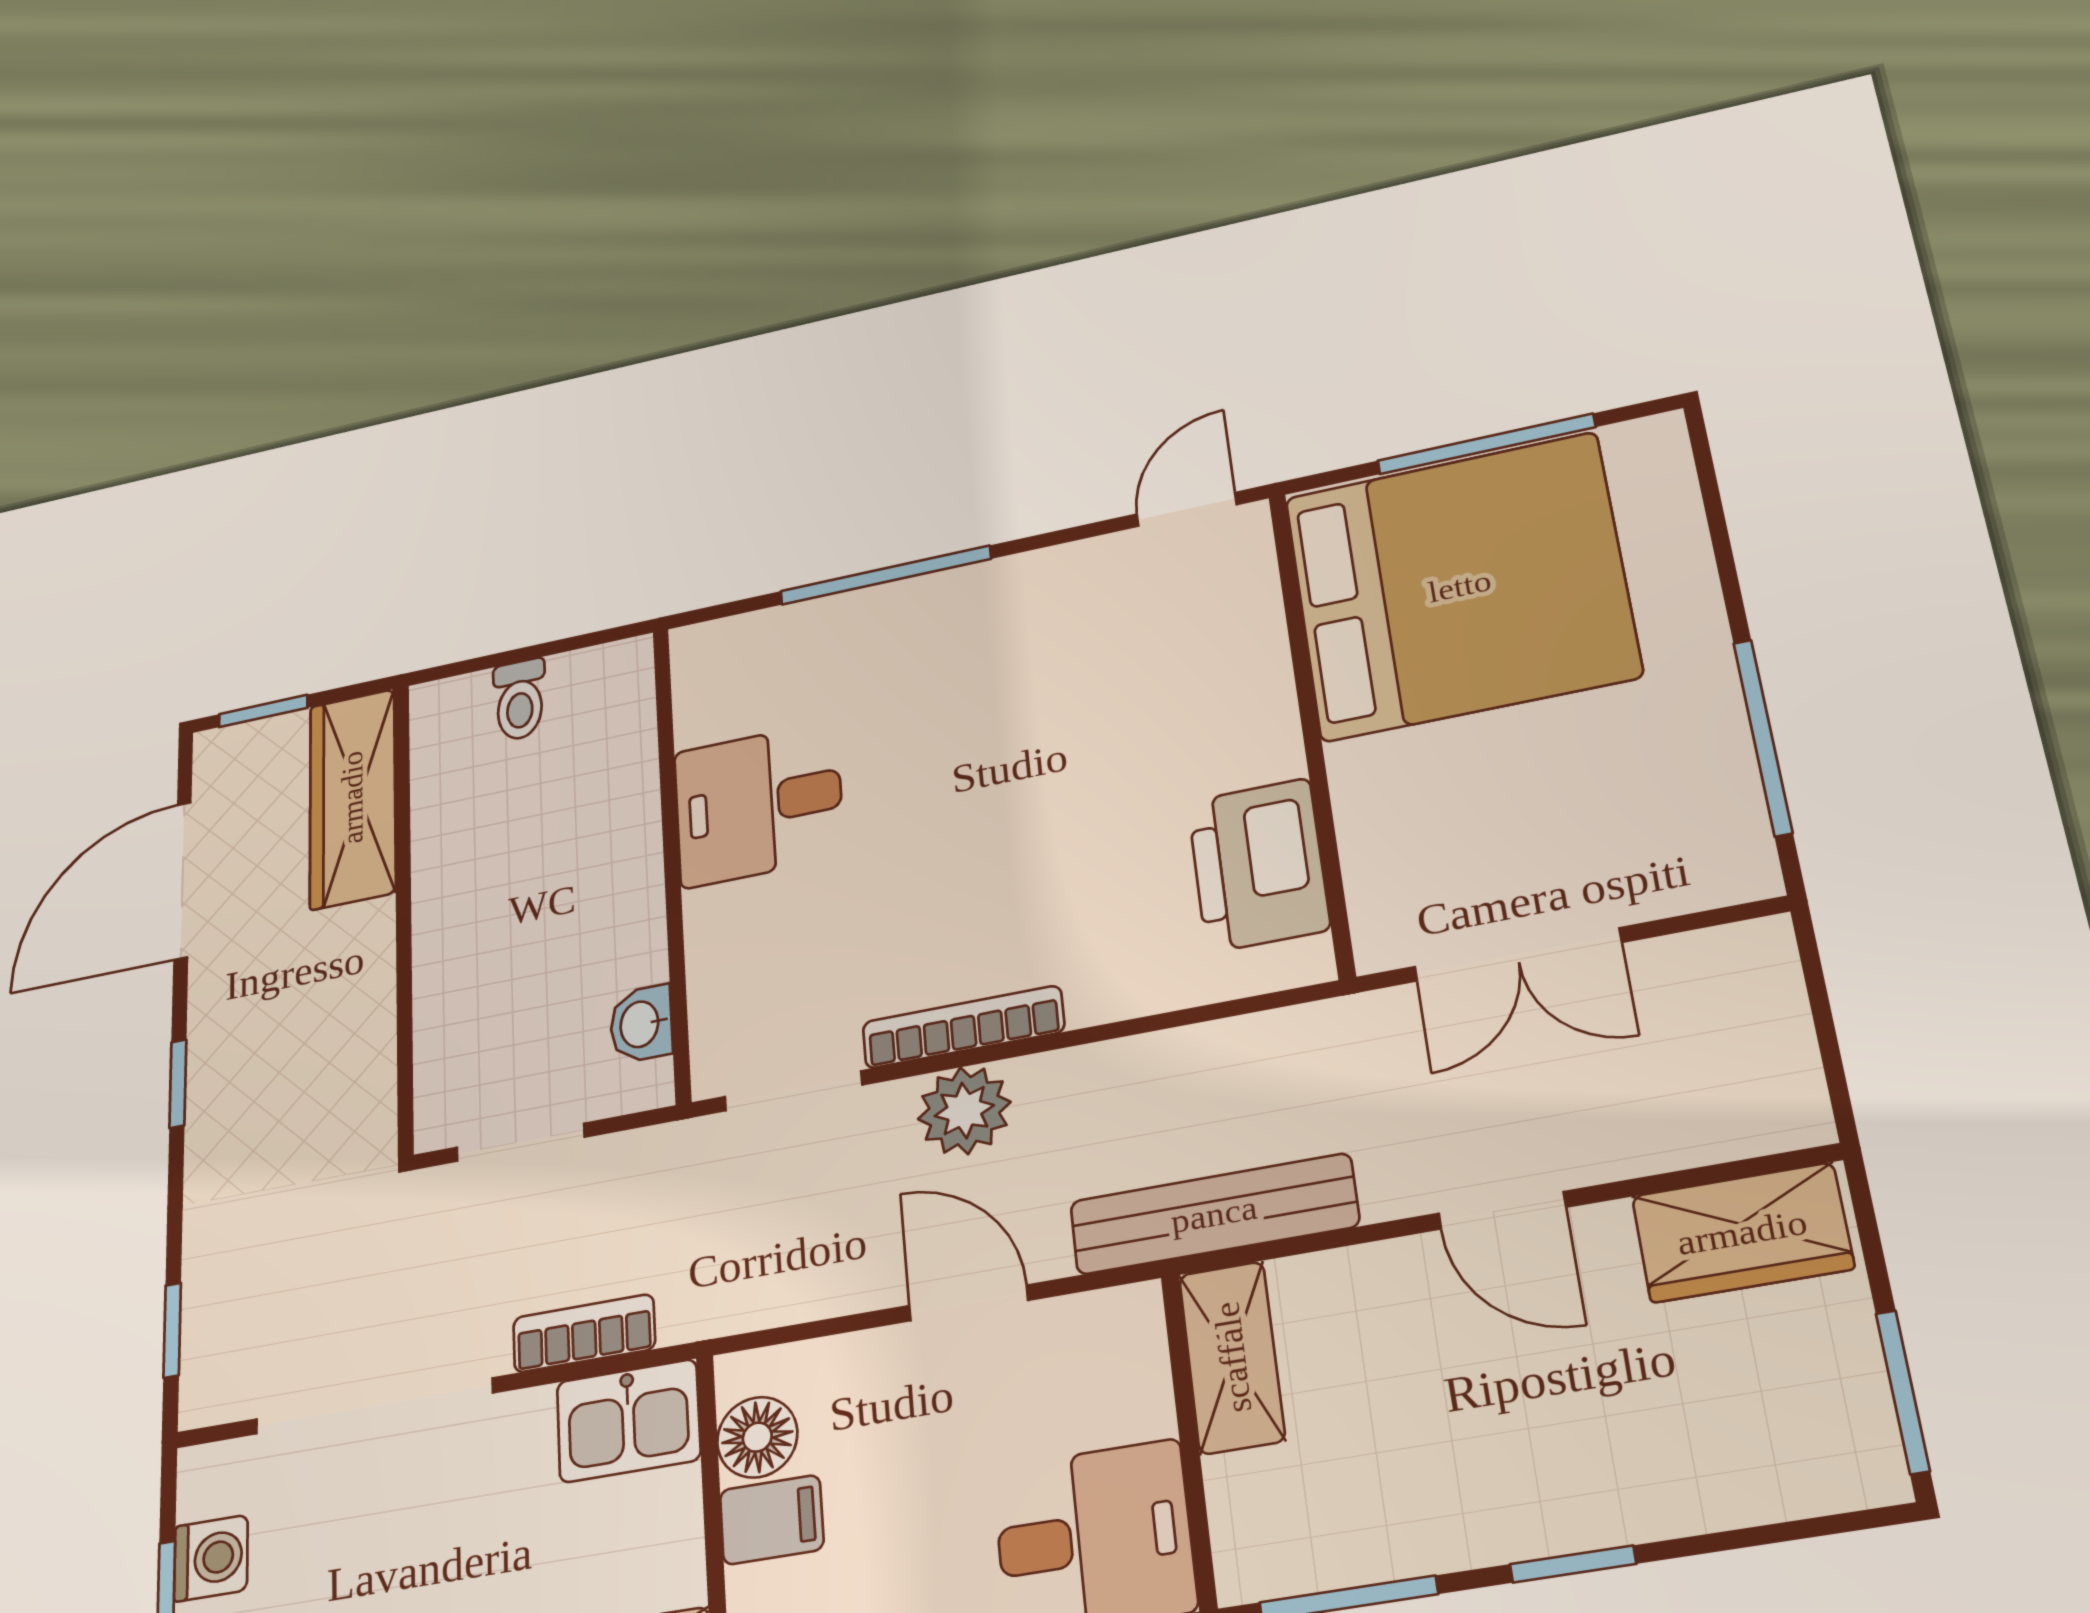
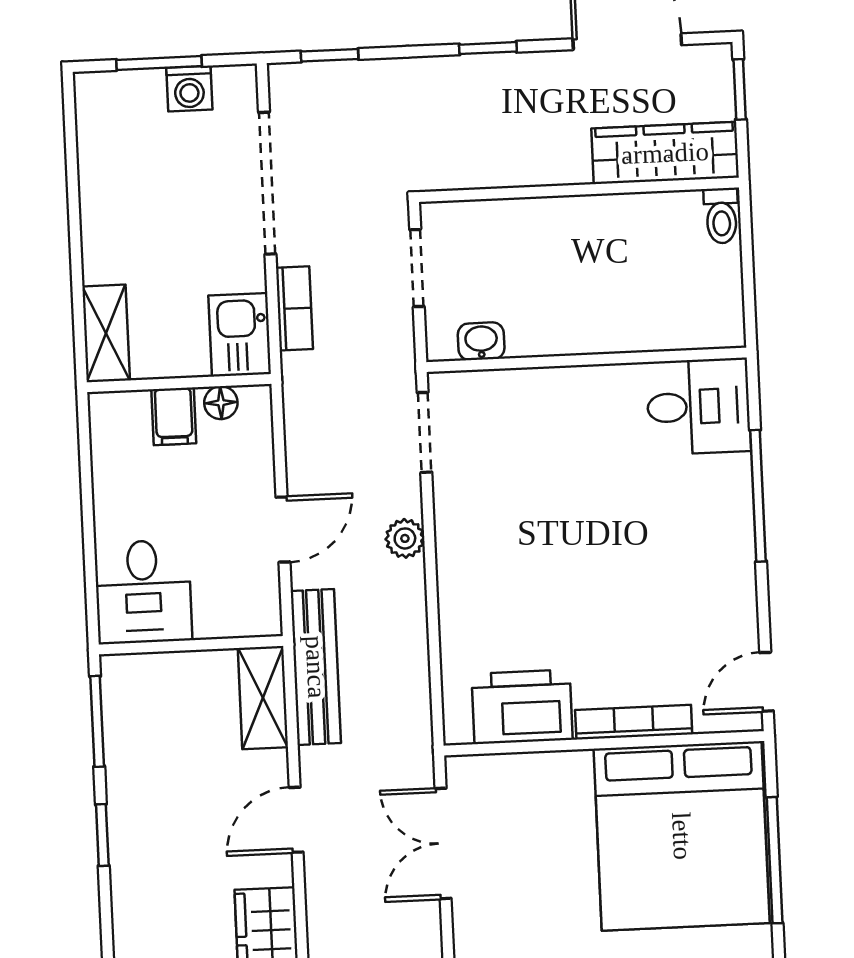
door: (1187, 509) -> (766, 682), swing flipped
toilet: (520, 700) -> (721, 216), moved, turned -90
desk: (759, 804) -> (699, 406), moved, turned 90
bookcase: (963, 1027) -> (634, 722), moved, turned -90
plant: (964, 1111) -> (405, 538), width x0.73, depth x0.73
shelving: (1232, 1357) -> (263, 698), moved, turned 90
floor lamp: (757, 1437) -> (221, 403), width x0.73, depth x0.73

